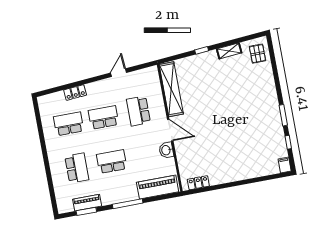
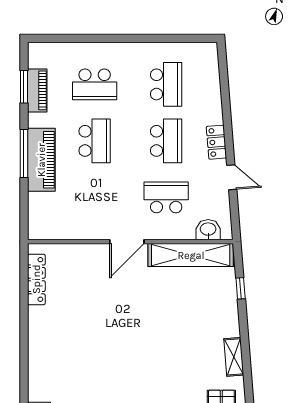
window: (202, 50) -> (241, 288), moved
locker: (75, 92) -> (216, 142), moved
washbasin: (166, 150) -> (208, 230), moved
locker: (198, 183) -> (36, 279), width x1.53
piano: (158, 187) -> (41, 160), moved

